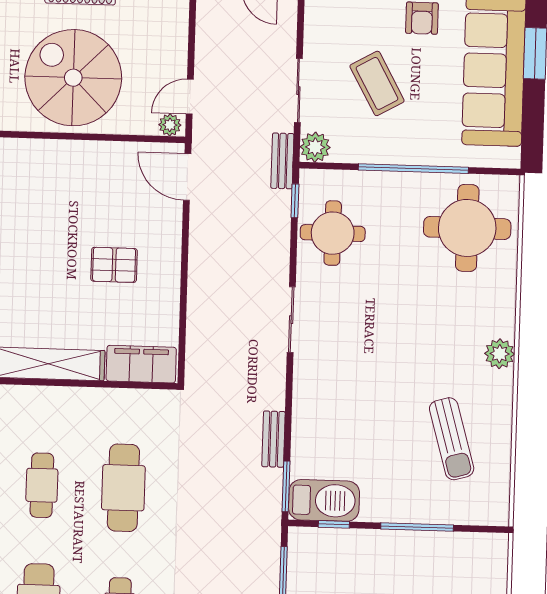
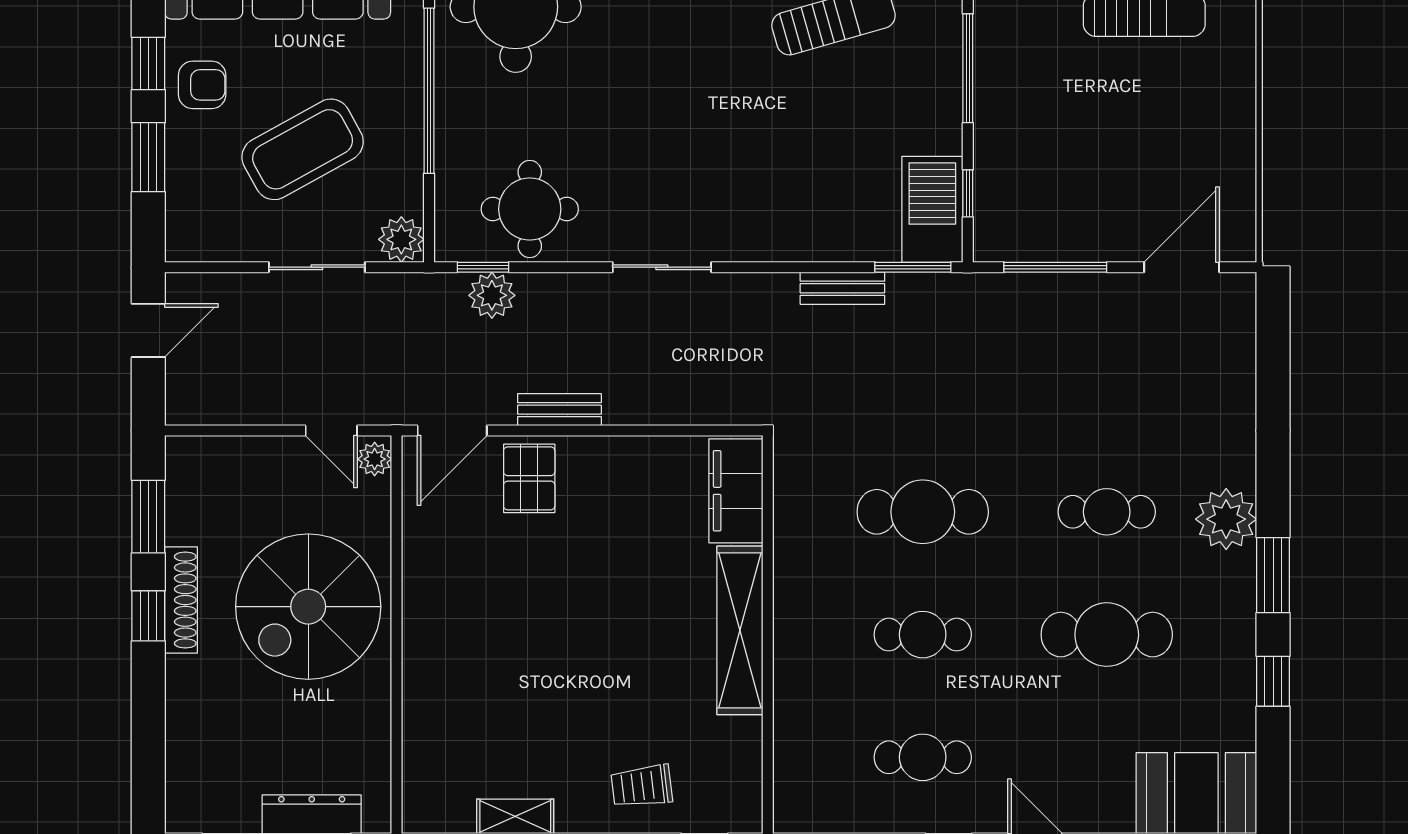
coffee table: (377, 83) -> (303, 149), width x1.36, depth x1.32
bench: (282, 161) -> (559, 410), moved
plant: (276, 206) -> (492, 295), added
pallet: (114, 265) -> (529, 478), moved

